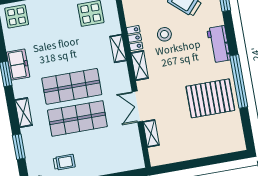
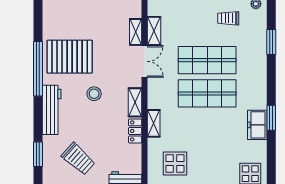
stool: (164, 34) -> (94, 94), moved
workbench: (219, 44) -> (52, 110), width x1.38
shelving: (24, 113) -> (154, 31), moved

